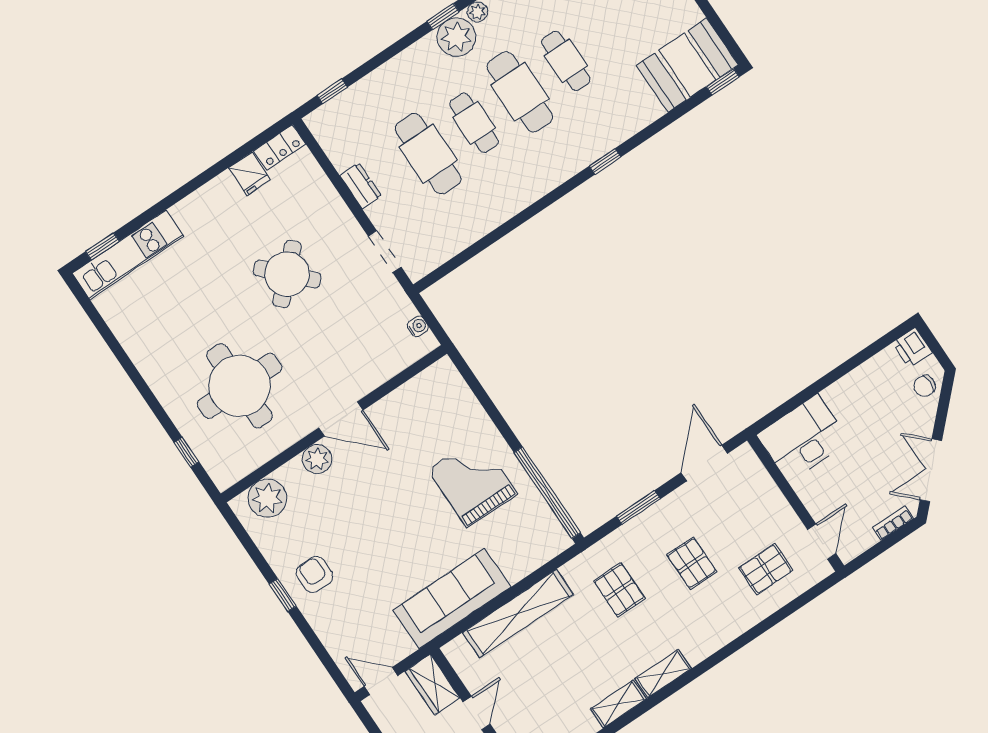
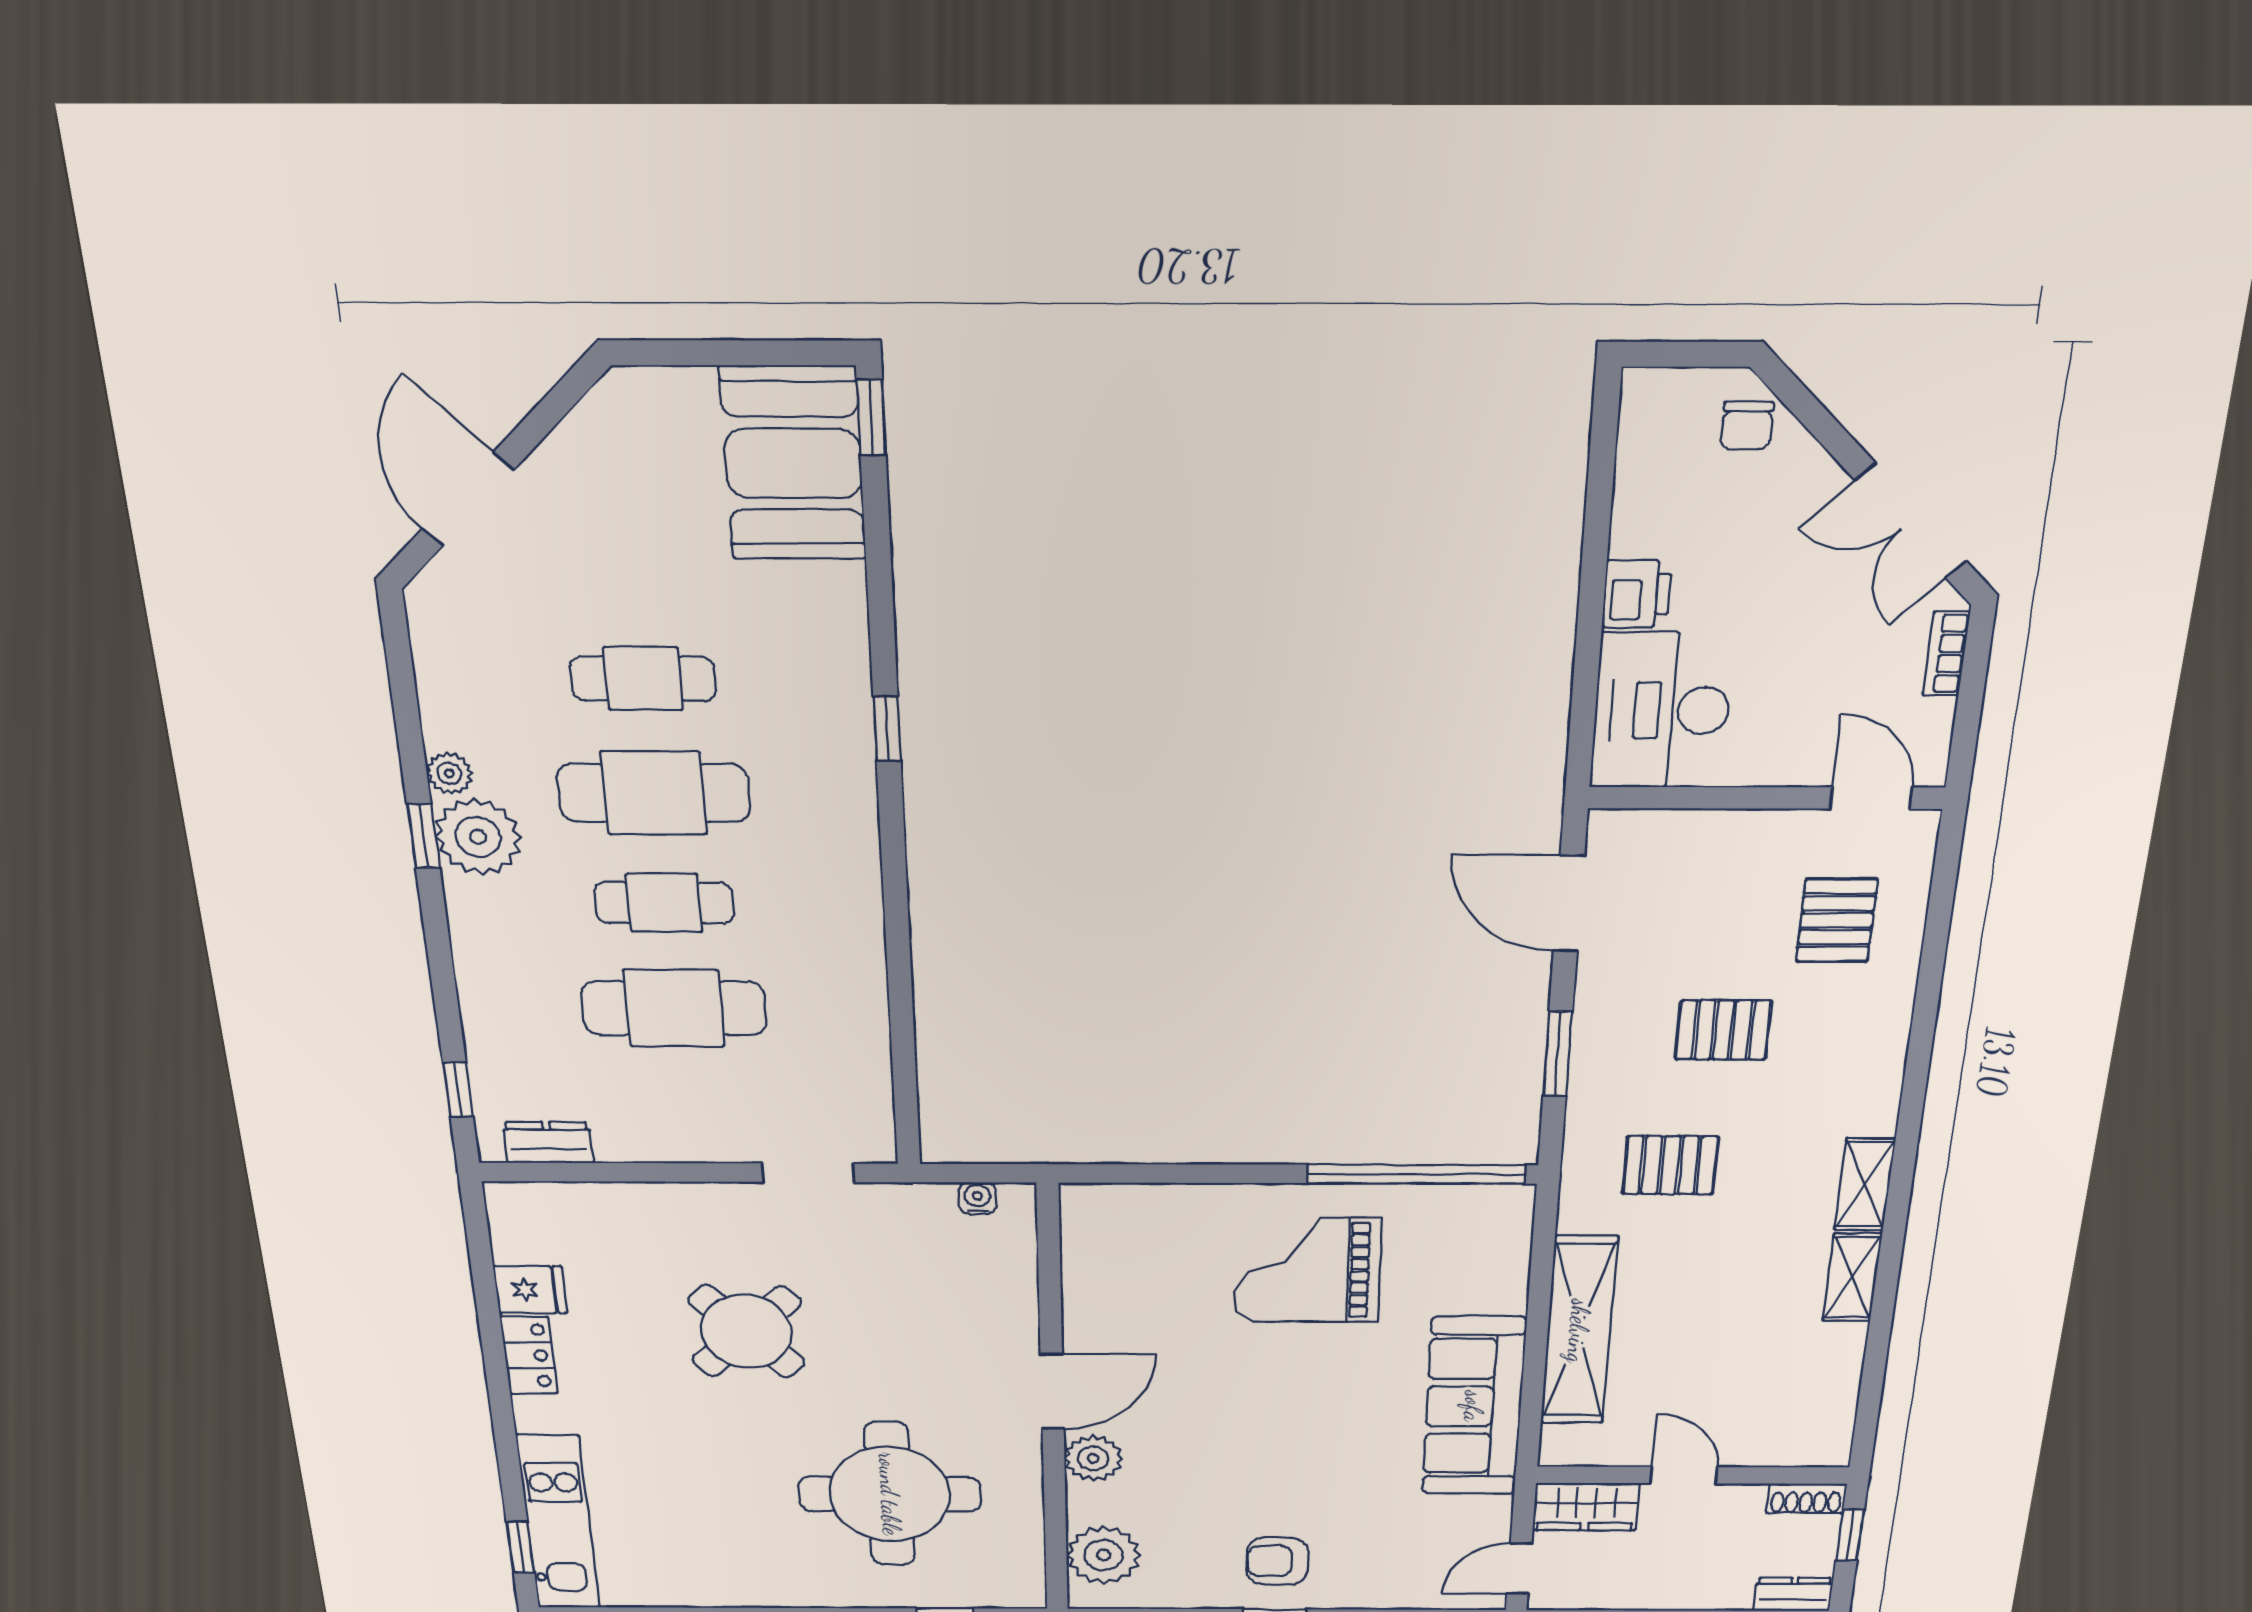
locker: (280, 147) -> (529, 1355), moved
dresser: (361, 186) -> (548, 1143), moved
printer: (912, 348) -> (1637, 594), moved, turned -90

